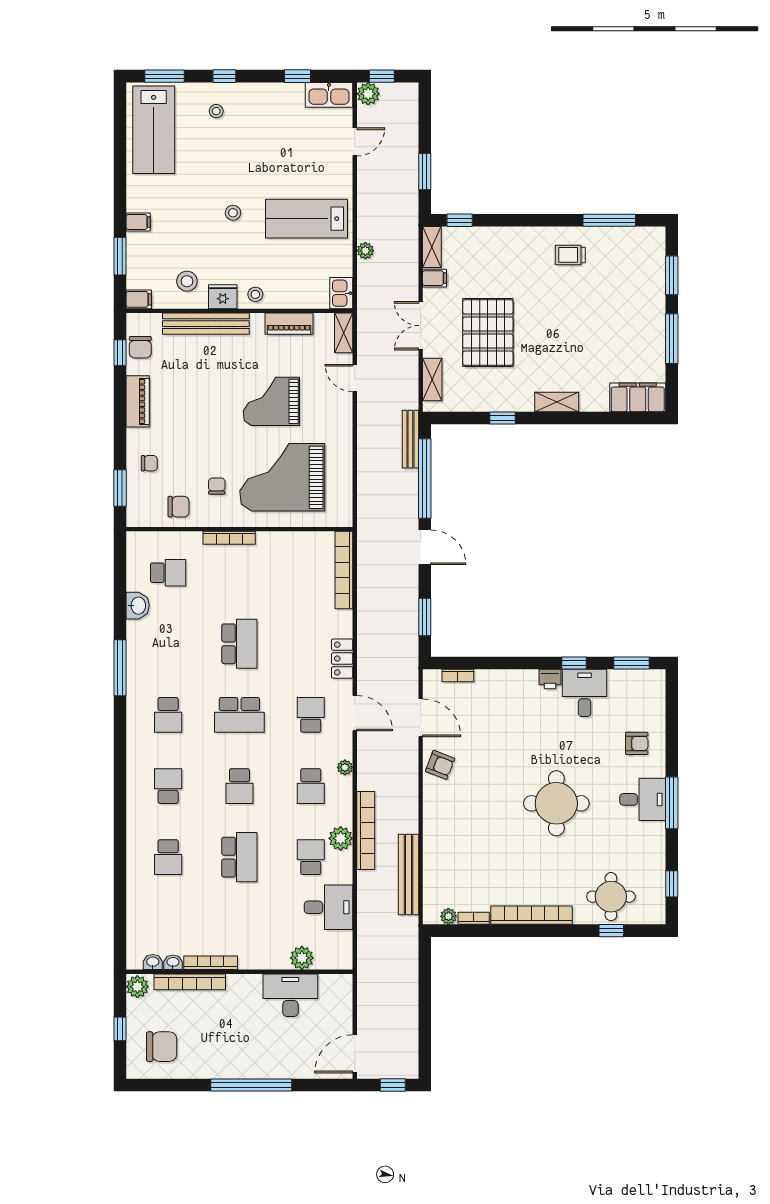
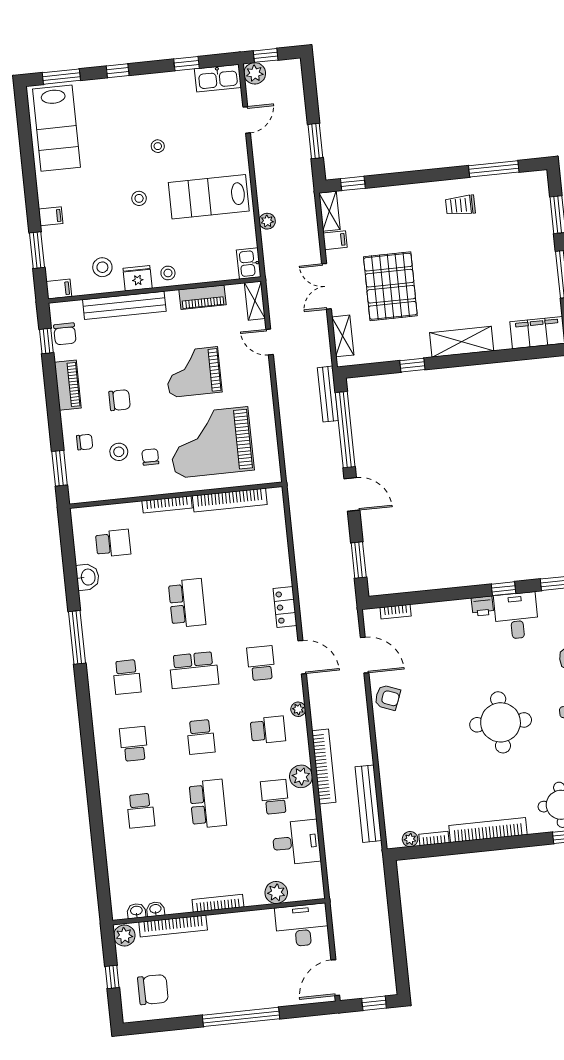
stool: (216, 111) -> (158, 146), moved
shelving: (557, 402) -> (462, 342), width x1.50, depth x1.33
stool: (184, 477) -> (119, 452), added
chair: (178, 507) -> (119, 400), moved
bookcase: (344, 570) -> (230, 500), moved, turned -90
school desk: (311, 786) -> (268, 730), turned -90
bookcase: (211, 963) -> (218, 903), moved
desk: (290, 995) -> (302, 925), moved

